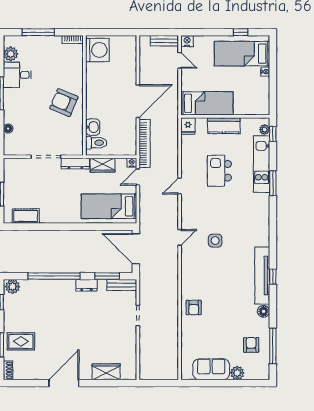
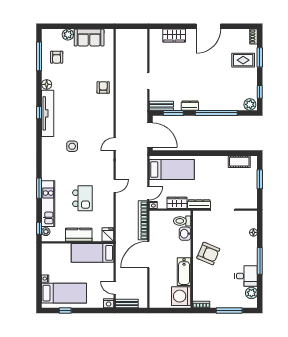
bathtub: (94, 80) -> (184, 272), added
side table: (215, 241) -> (72, 146), moved

